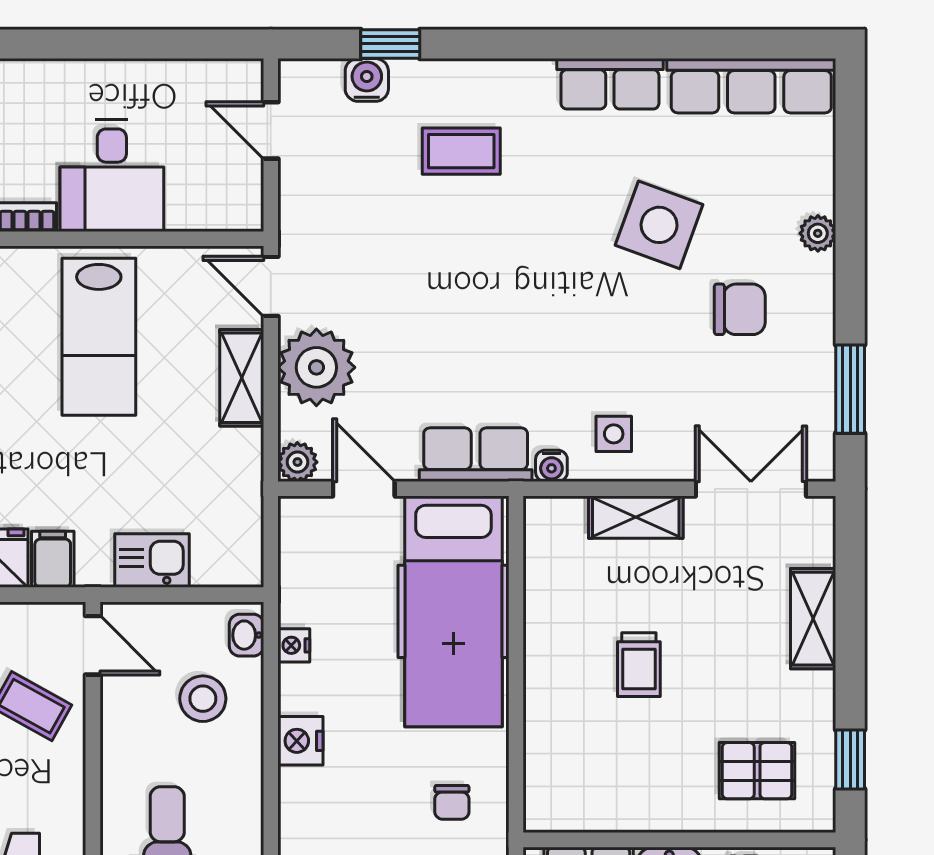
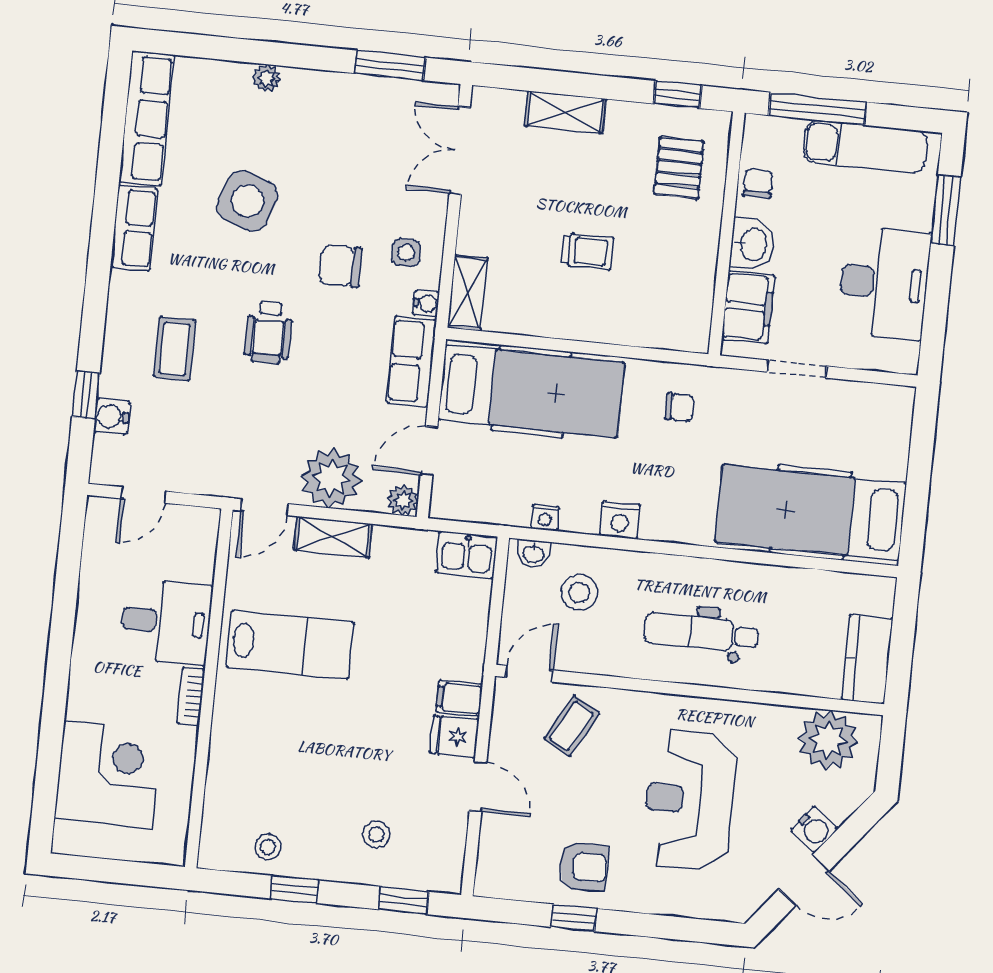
wheelchair: (494, 269) -> (269, 333), added
chair: (740, 309) -> (341, 266), moved, turned -90
shelving: (636, 517) -> (467, 293), moved
kitchen sink: (152, 560) -> (467, 555), moved, turned -90

